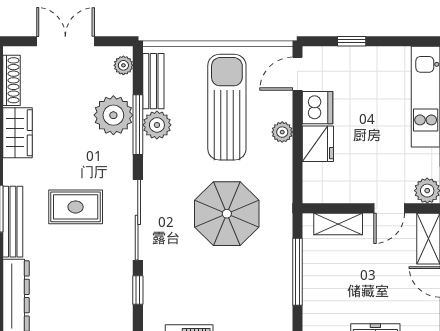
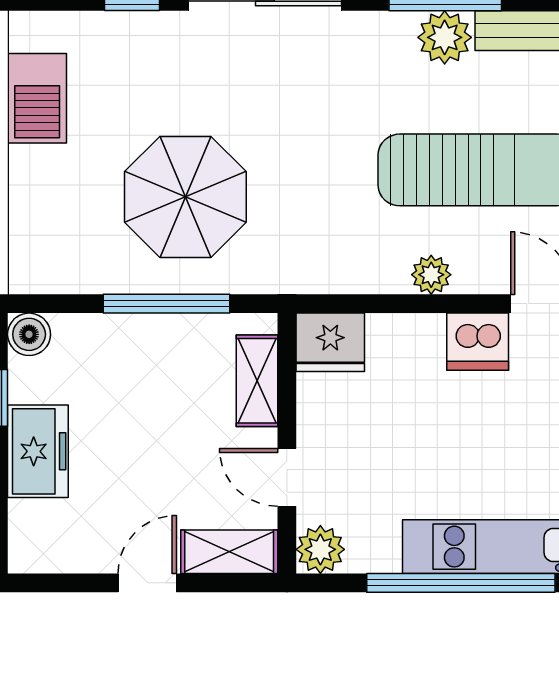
fridge: (318, 144) -> (330, 342), moved
parasol: (227, 214) -> (185, 197), moved

